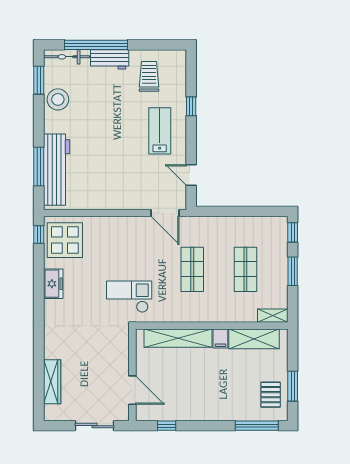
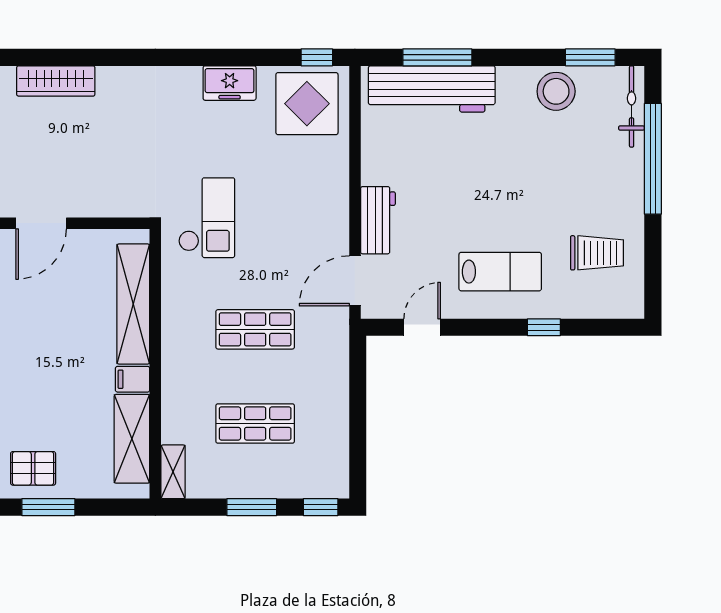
workbench: (110, 59) -> (378, 220), moved, turned 180

